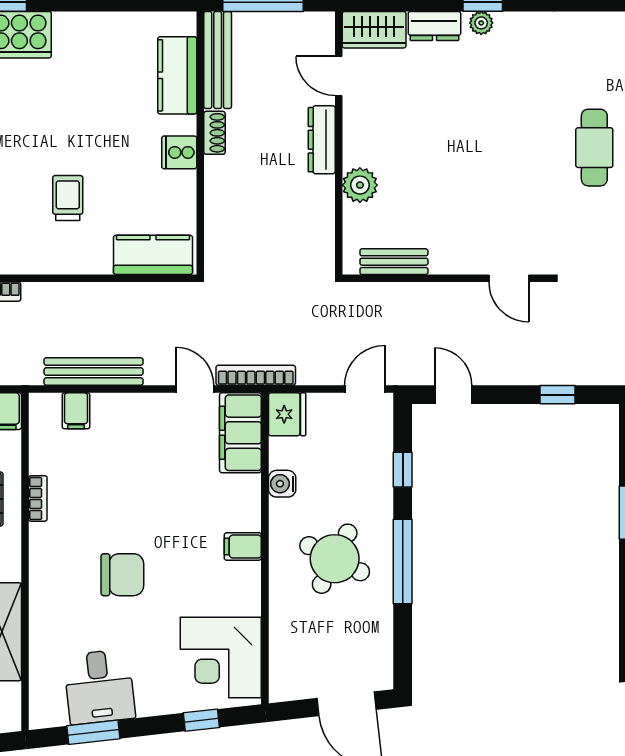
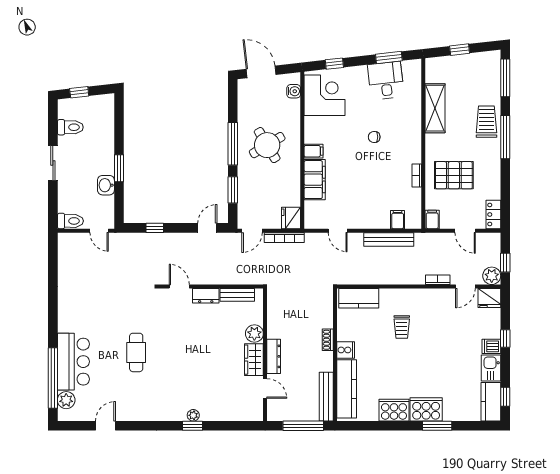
dresser: (434, 26) -> (206, 296), moved, turned 180
wardrobe: (374, 30) -> (254, 360), moved, turned -90
cooker: (83, 33) -> (394, 410), added
kitchen counter: (177, 75) -> (347, 389), width x1.50
shoe rack: (214, 133) -> (328, 340), moved
bookcase: (256, 375) -> (284, 238), moved
door: (453, 395) -> (207, 228), swing flipped
filing cabinet: (240, 433) -> (315, 180), moved
window: (403, 470) -> (233, 190), width x1.50
water cooler: (282, 484) -> (294, 91), moved
round table: (335, 559) -> (267, 145), turned 32
chair: (122, 575) -> (374, 137), width x0.54, depth x0.54

